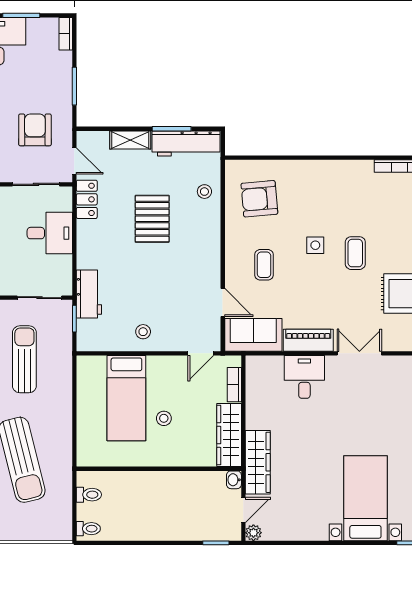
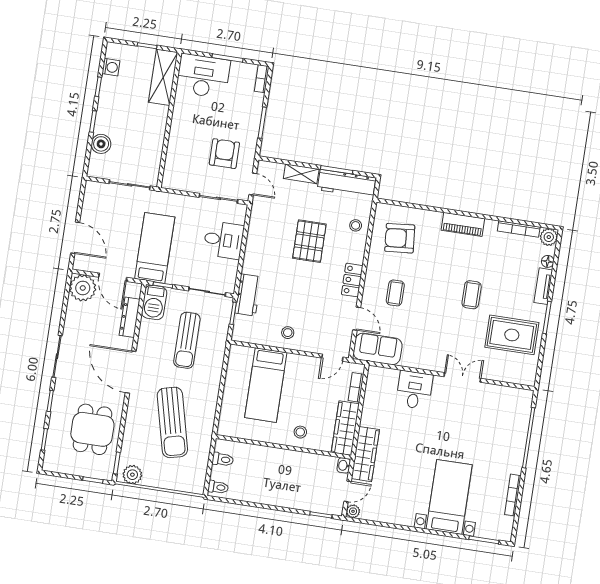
locker: (87, 199) -> (352, 280), moved, turned 180
side table: (315, 245) -> (440, 283), removed
piano: (308, 340) -> (463, 224), moved, turned 180
sun lounger: (24, 359) -> (187, 340), turned 180
stool: (164, 418) -> (300, 432), moved

